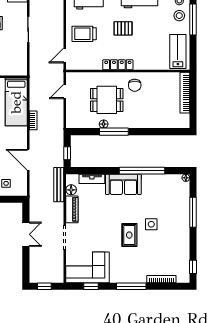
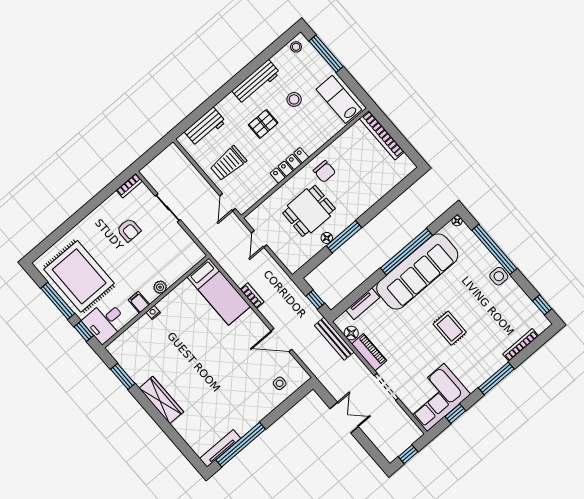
stool: (179, 16) -> (294, 99), moved
sofa: (123, 184) -> (417, 271), width x1.85, depth x1.27
window: (193, 212) -> (494, 249), width x1.46
side table: (151, 224) -> (499, 276), moved

